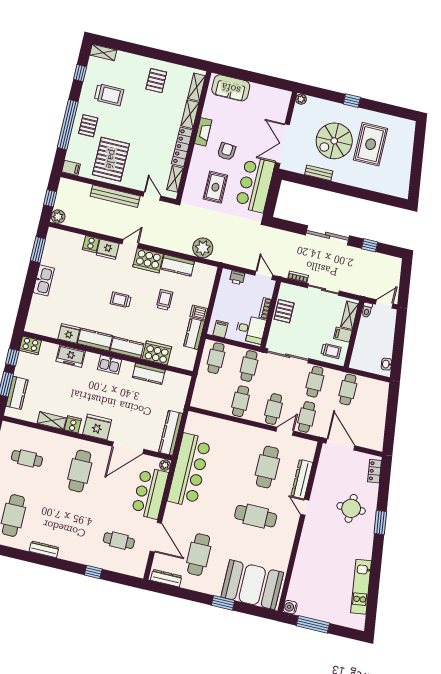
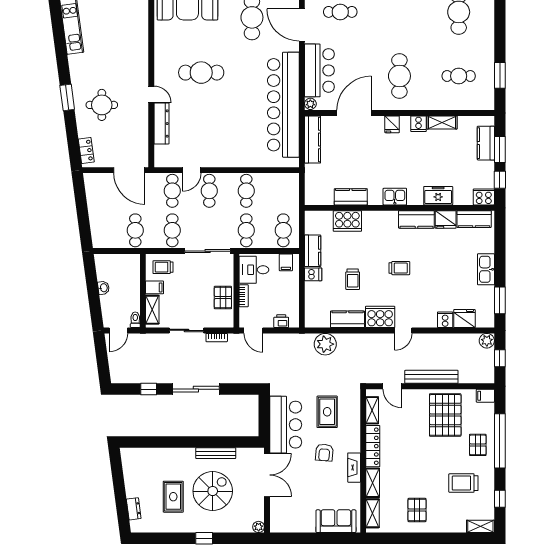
dresser: (408, 142) -> (134, 509), added
rug: (371, 144) -> (173, 497), width x0.73, depth x0.70
bench: (319, 173) -> (216, 453), width x1.36
fridge: (108, 249) -> (464, 319), moved
kitchen counter: (127, 348) -> (474, 219), moved
washbasin: (386, 364) -> (103, 288), moved
fridge: (97, 427) -> (392, 124), width x0.53, depth x0.75
cafe table: (267, 467) -> (201, 128), removed
bar counter: (189, 470) -> (283, 105), width x1.36

